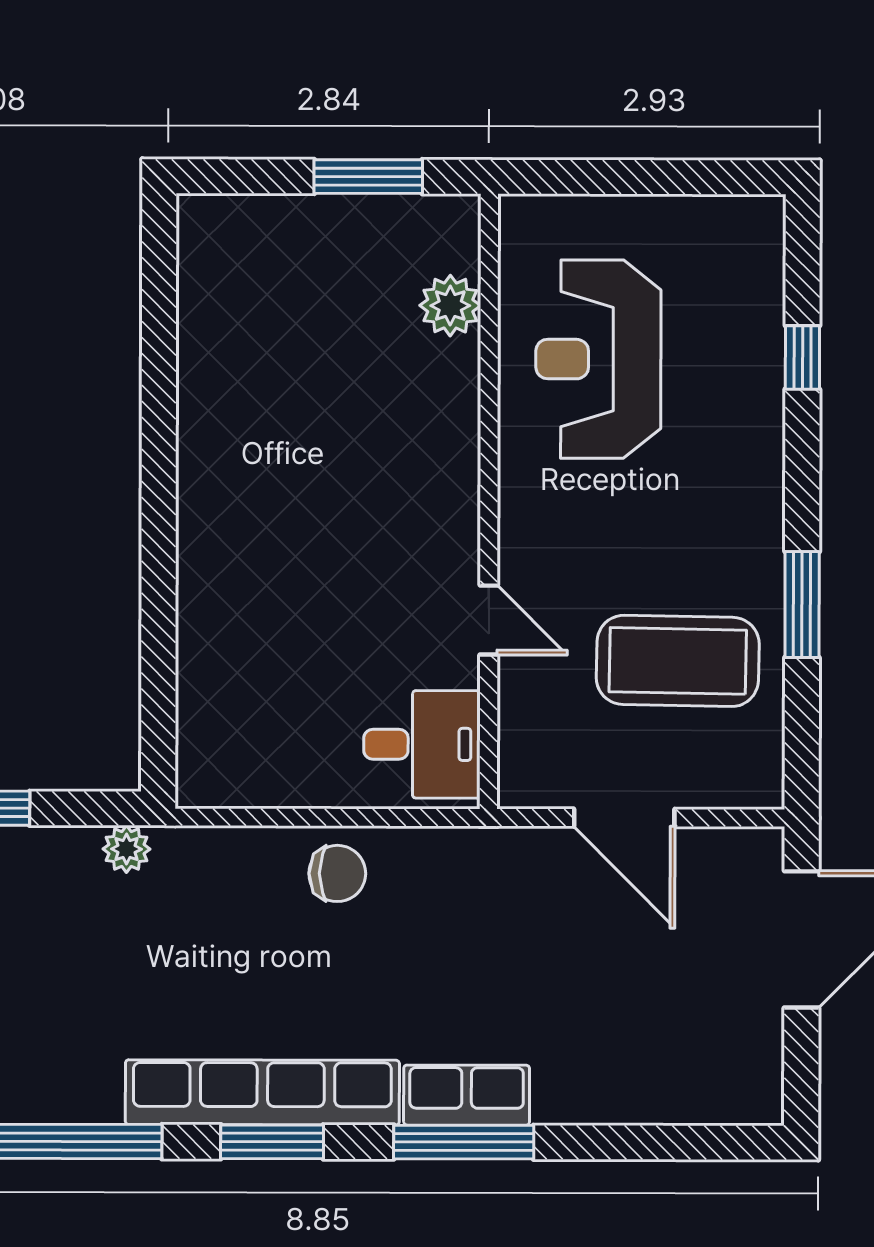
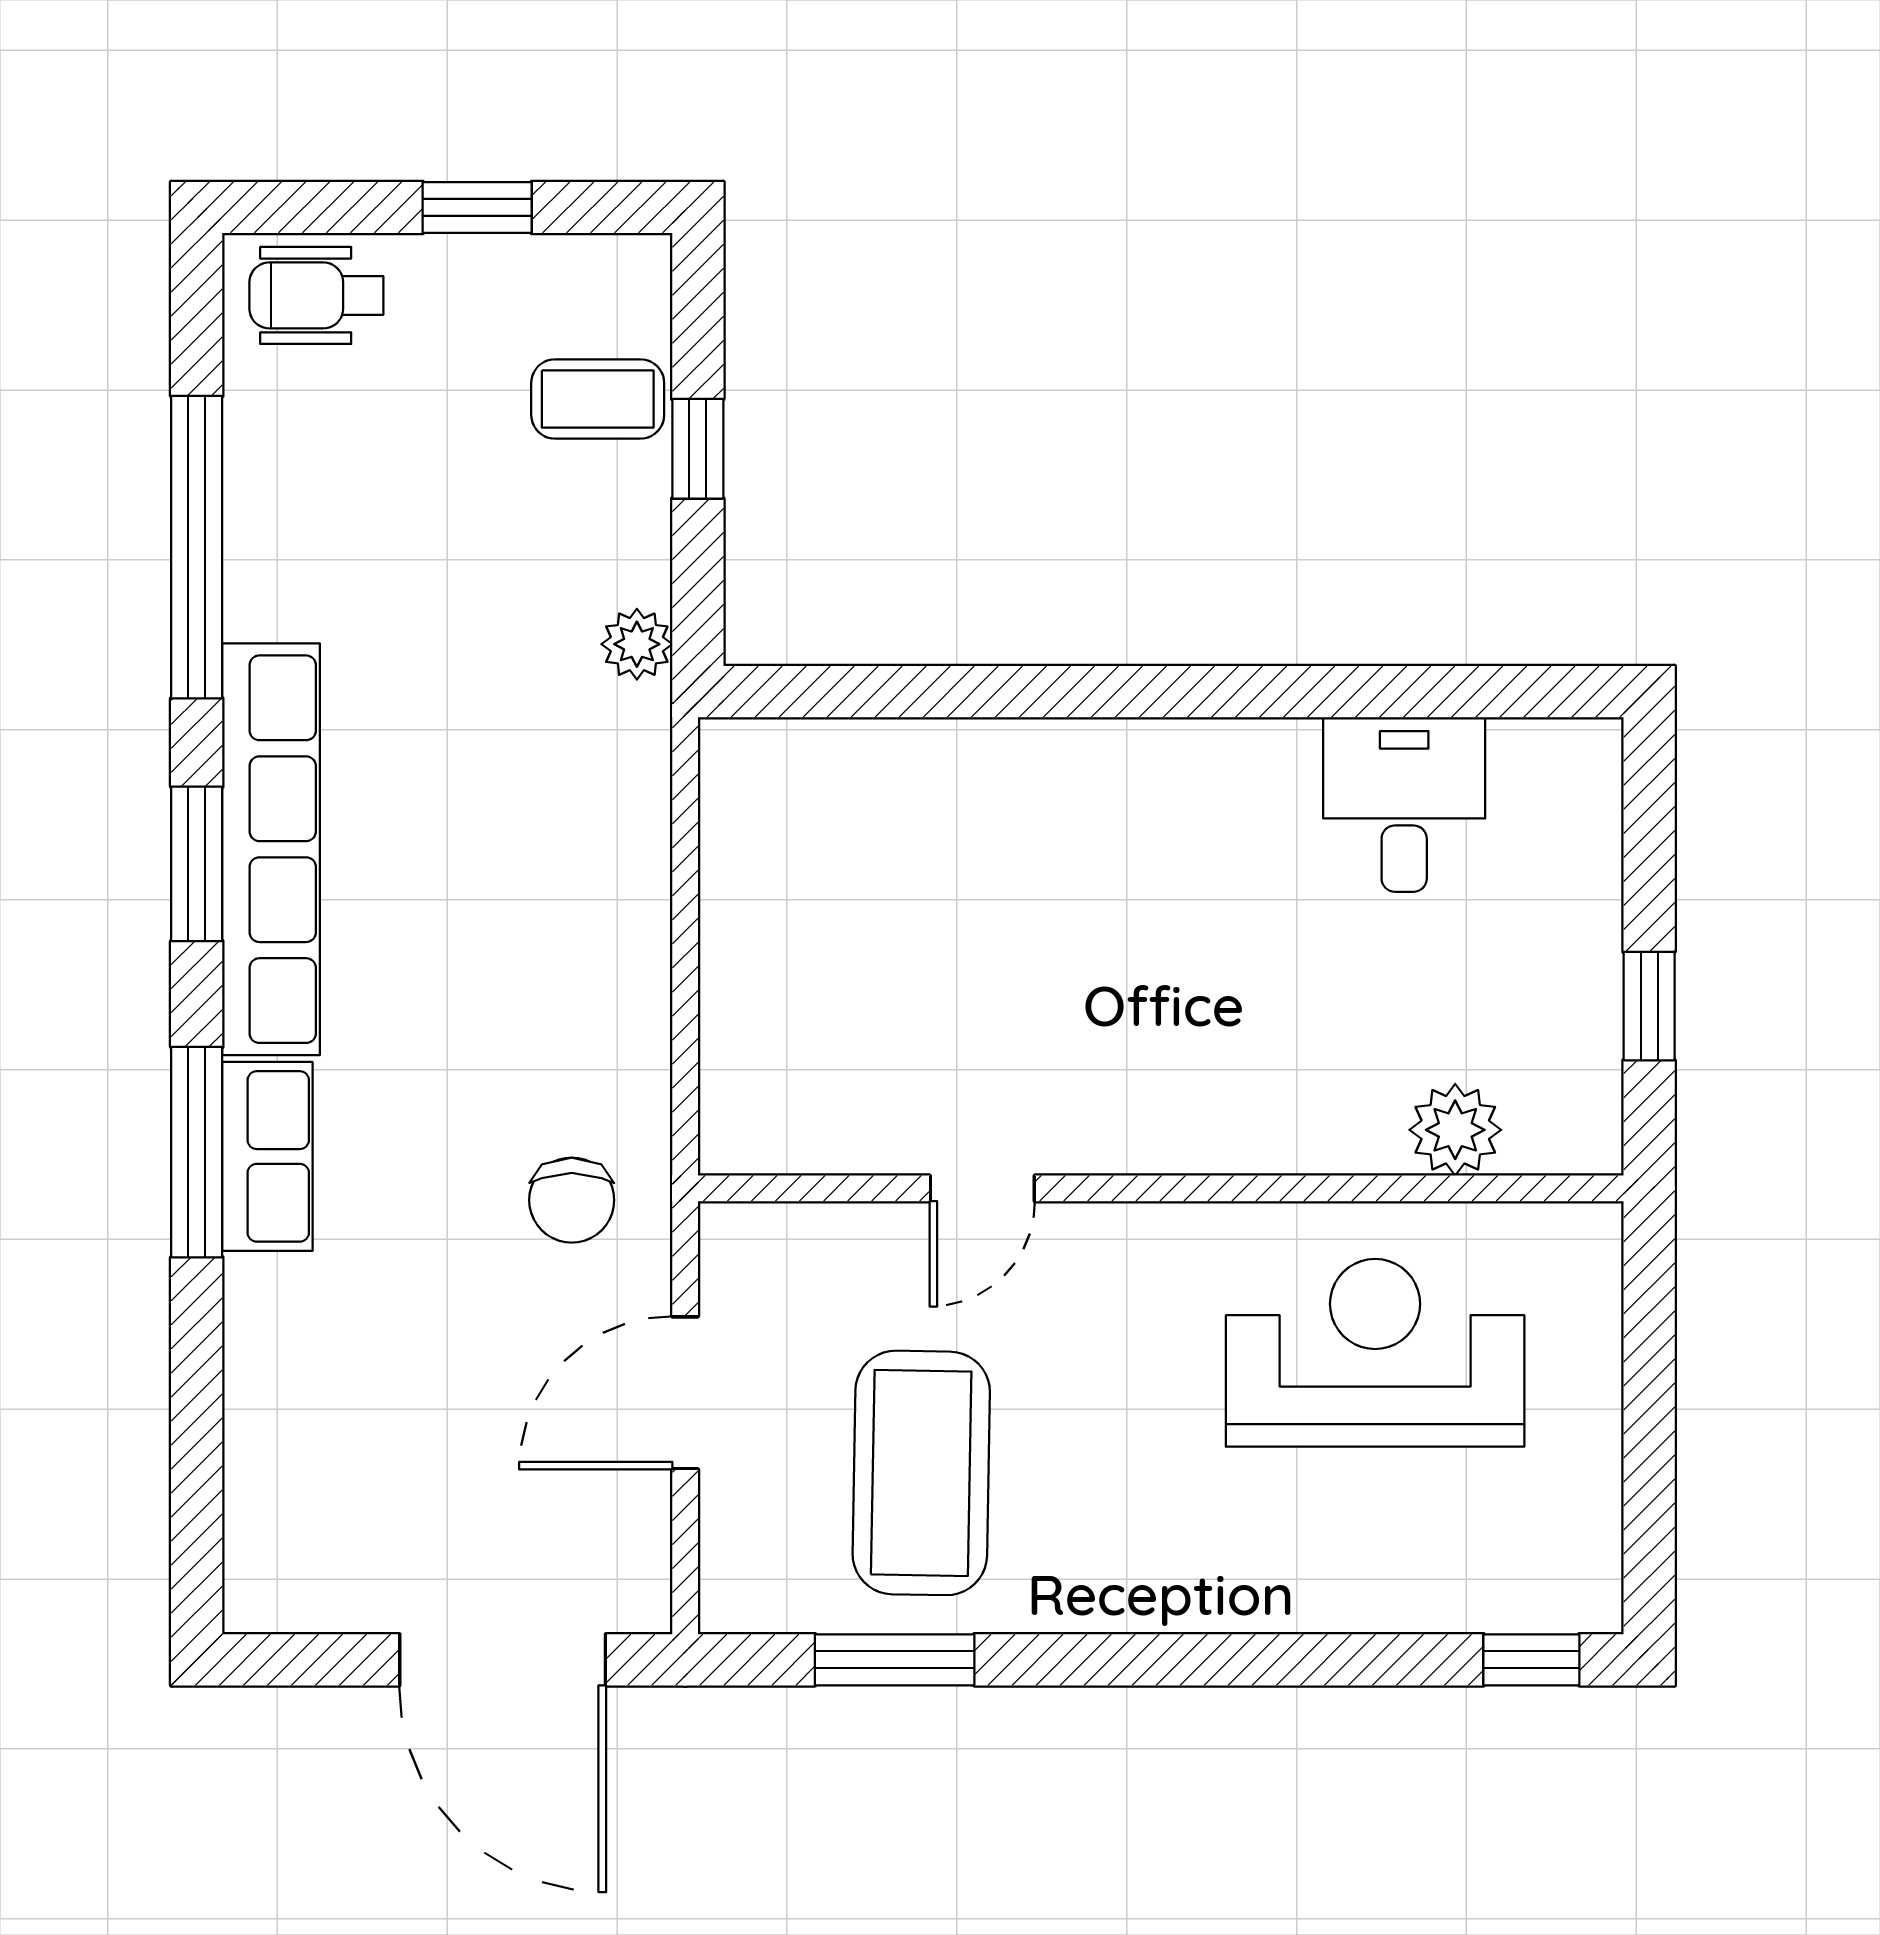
window: (368, 177) -> (1649, 1006), width x0.67
window: (802, 357) -> (1531, 1660), moved
window: (802, 605) -> (895, 1660), moved
desk: (422, 744) -> (1404, 804), moved, turned 180
chair: (337, 873) -> (572, 1200), moved

